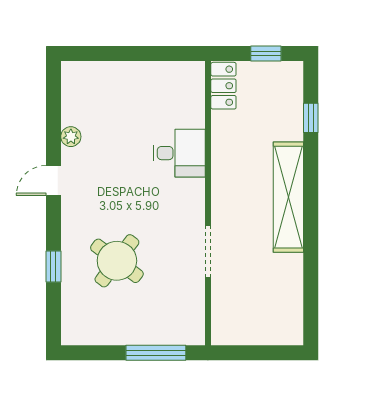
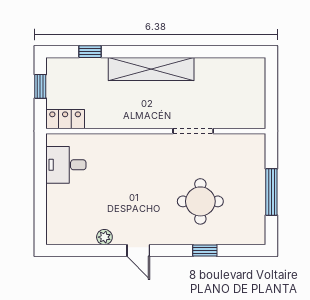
desk: (179, 153) -> (66, 165), moved, turned -90
round table: (117, 261) -> (200, 201), turned -37
window: (156, 353) -> (271, 192), moved

